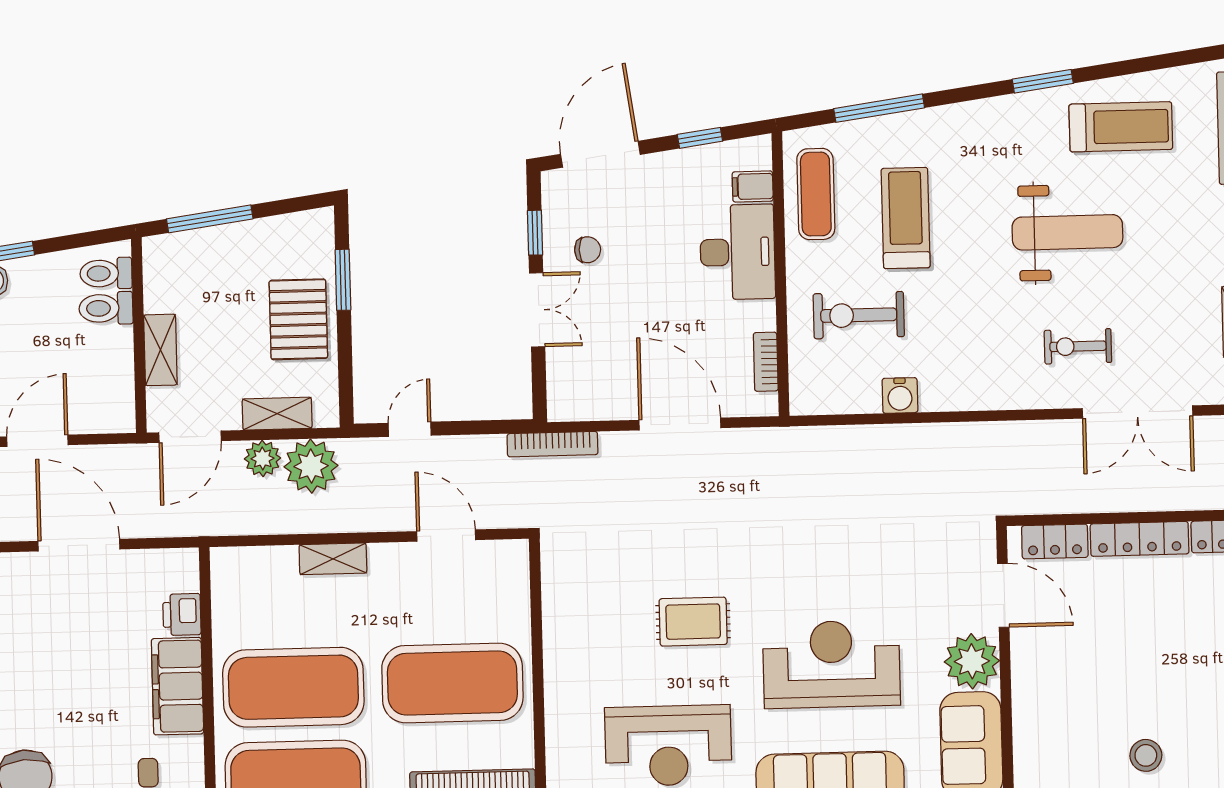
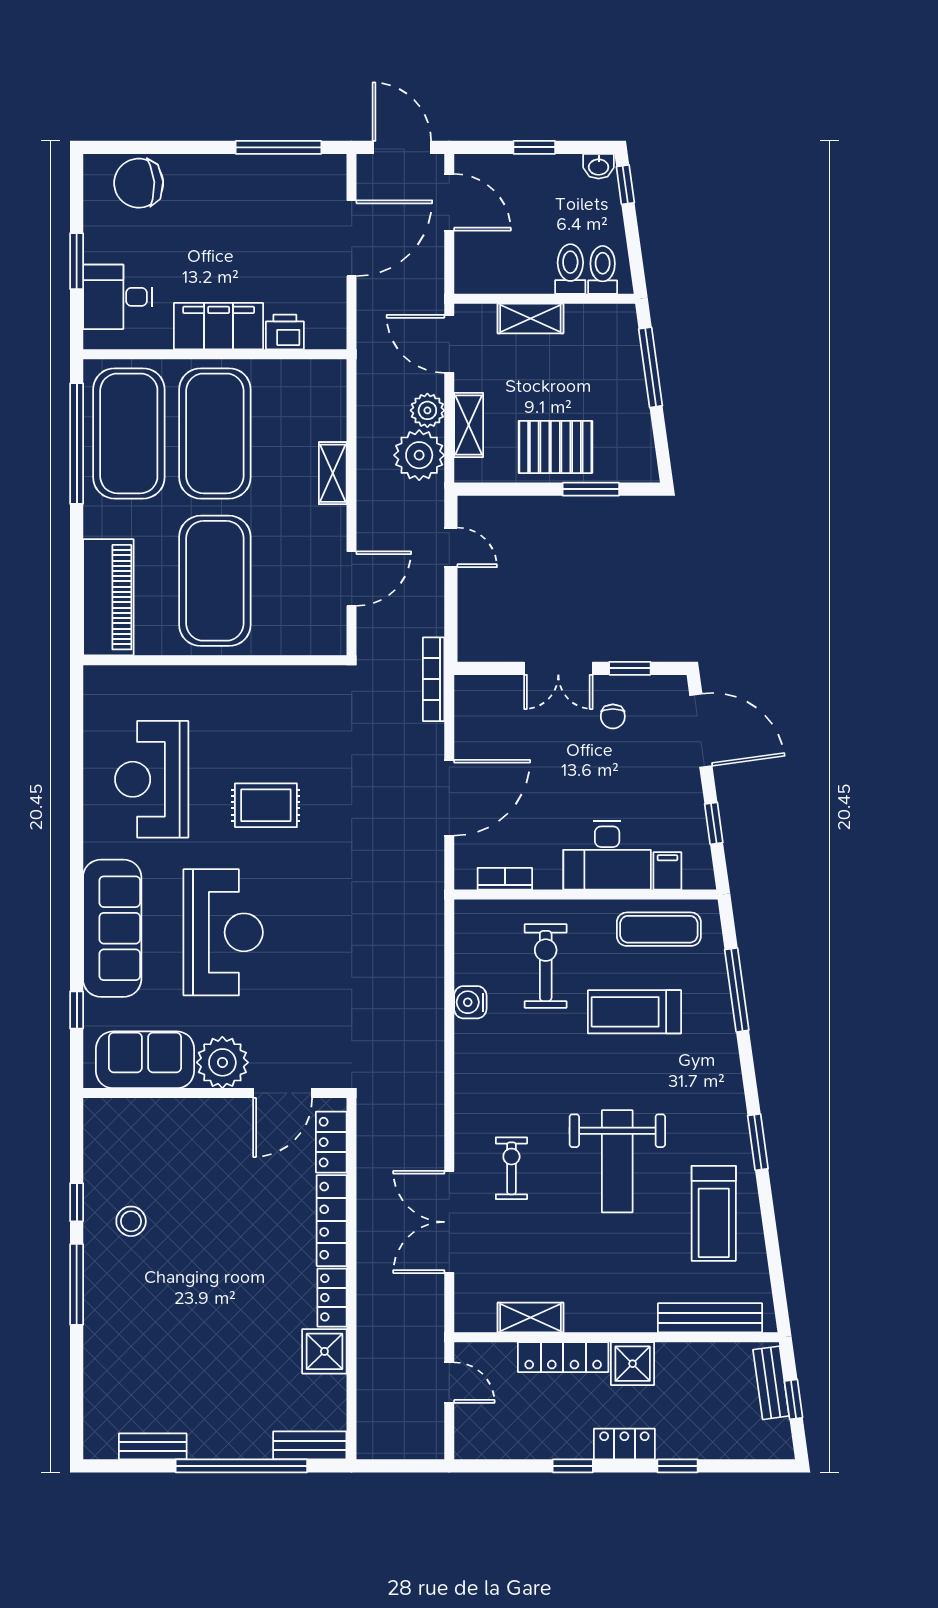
treadmill: (906, 218) -> (634, 1012), turned 180
rug: (693, 622) -> (266, 805), turned 90

